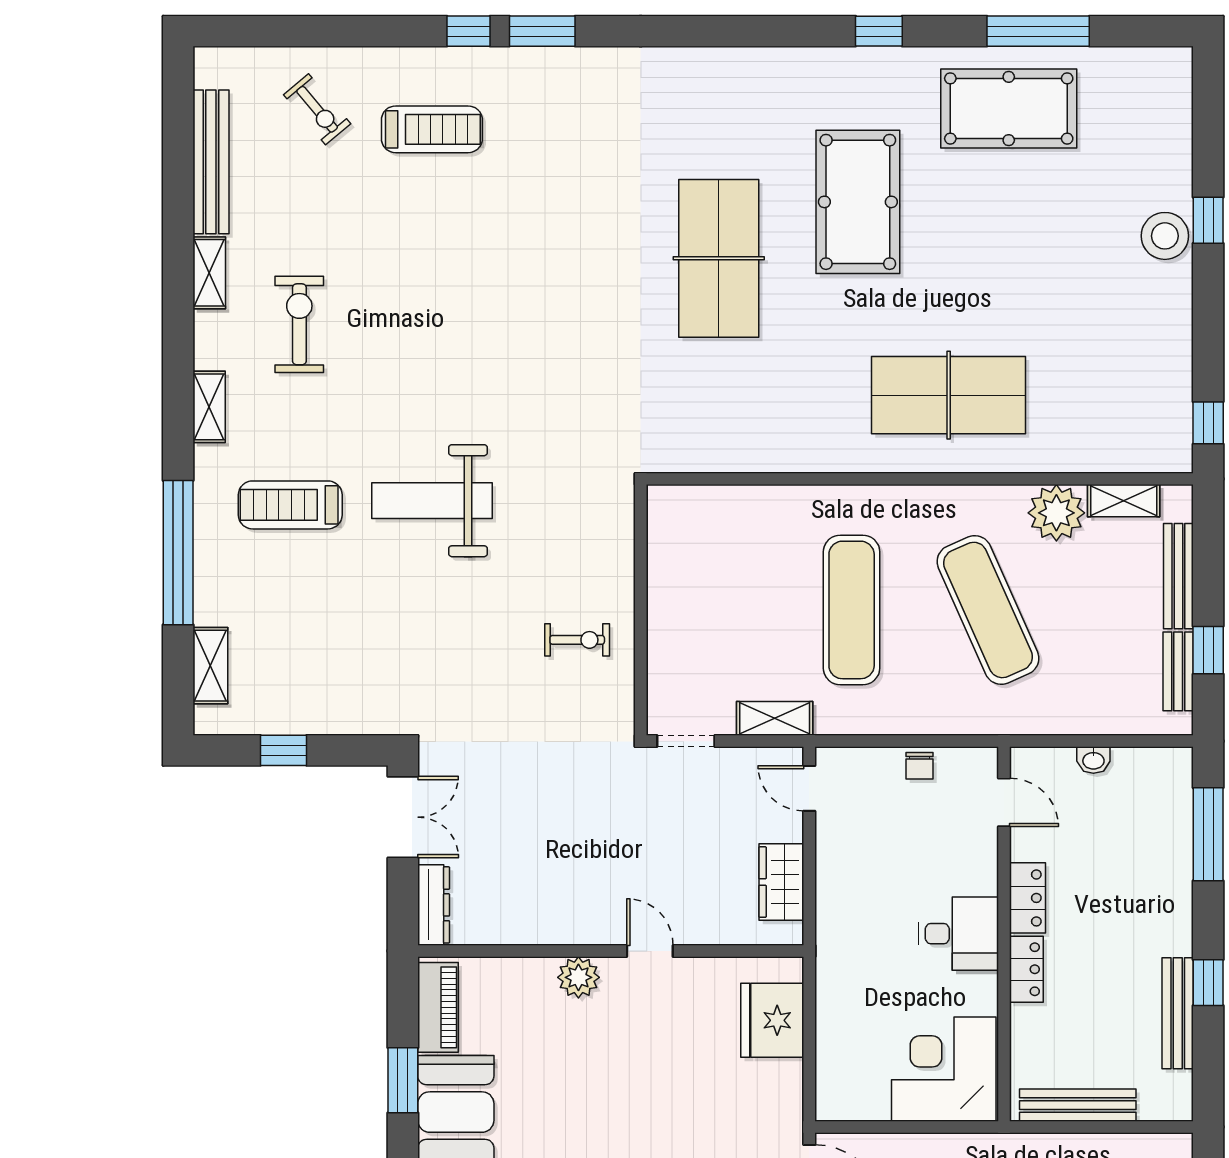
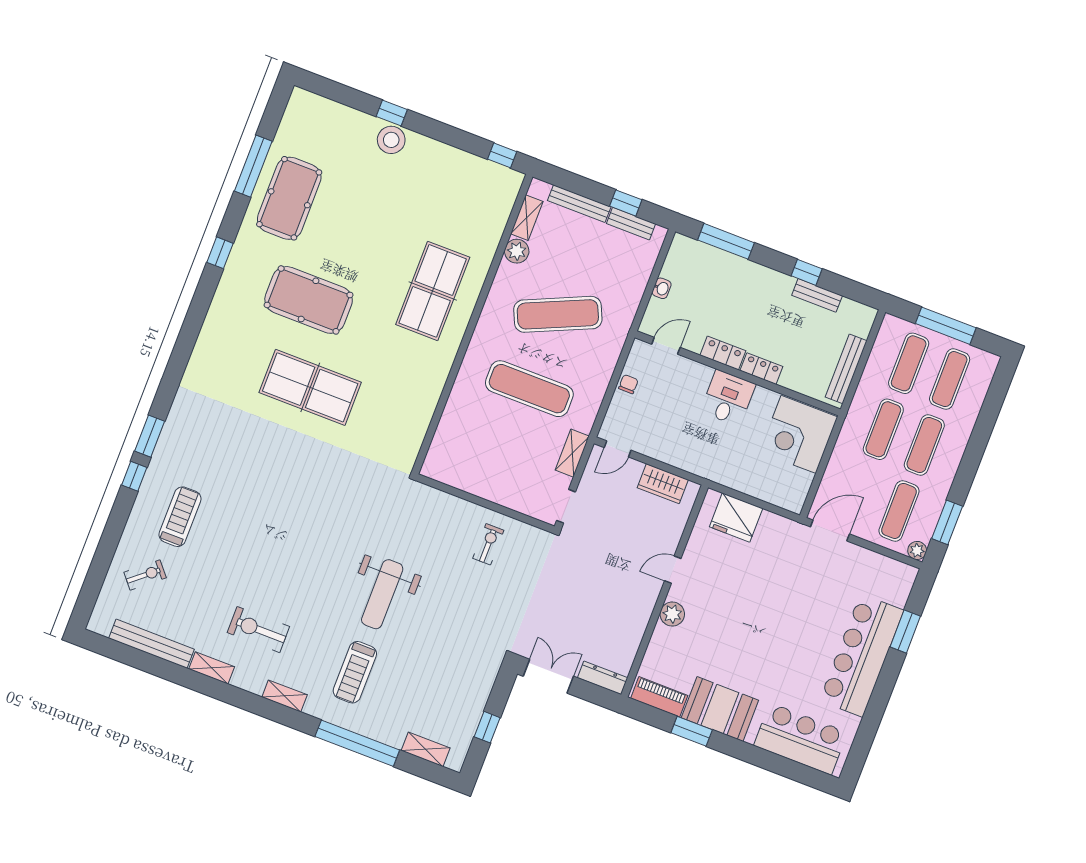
plant: (1056, 513) -> (517, 251), width x0.73, depth x0.73
chair: (920, 766) -> (628, 384), turned -90
bench: (1178, 1013) -> (817, 295), width x0.73

